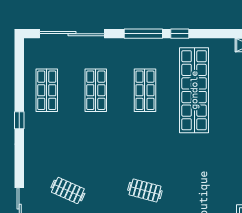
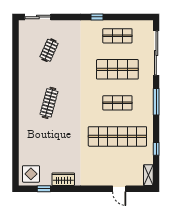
window: (180, 34) -> (156, 149), moved
shop shelf: (96, 90) -> (117, 69), width x1.43, depth x1.36
clothes rail: (145, 190) -> (49, 103), width x1.36

